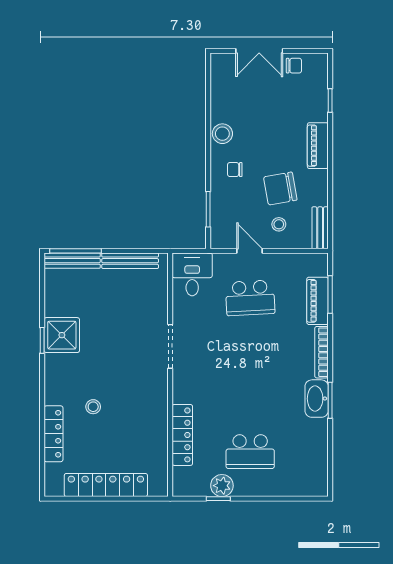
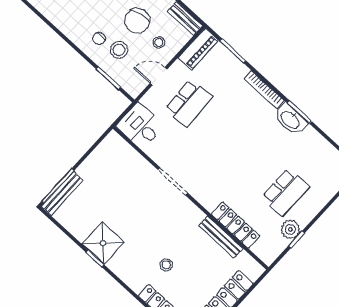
stool: (222, 134) -> (119, 50), moved
bench: (130, 261) -> (221, 237), moved, turned 90
piano: (318, 301) -> (198, 49), moved, turned -90

